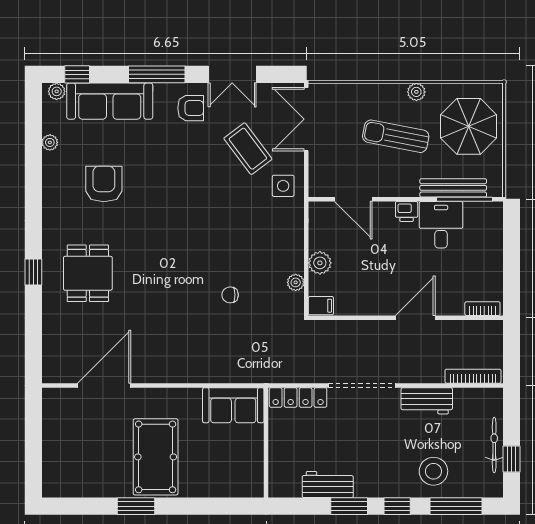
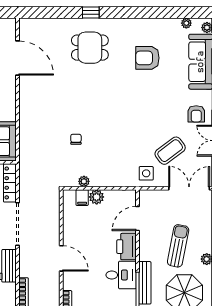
plant: (50, 142) -> (186, 23), moved
armchair: (104, 184) -> (147, 58), turned 180
printer: (407, 211) -> (127, 247), width x1.87, depth x1.48
filing cabinet: (321, 306) -> (82, 198), moved

